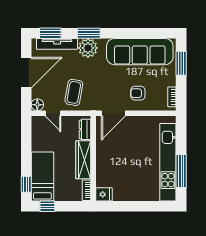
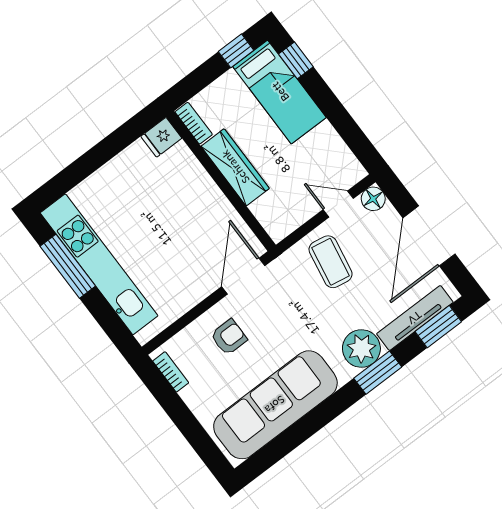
window: (181, 63) -> (196, 436), removed
dresser: (85, 129) -> (269, 217), removed

